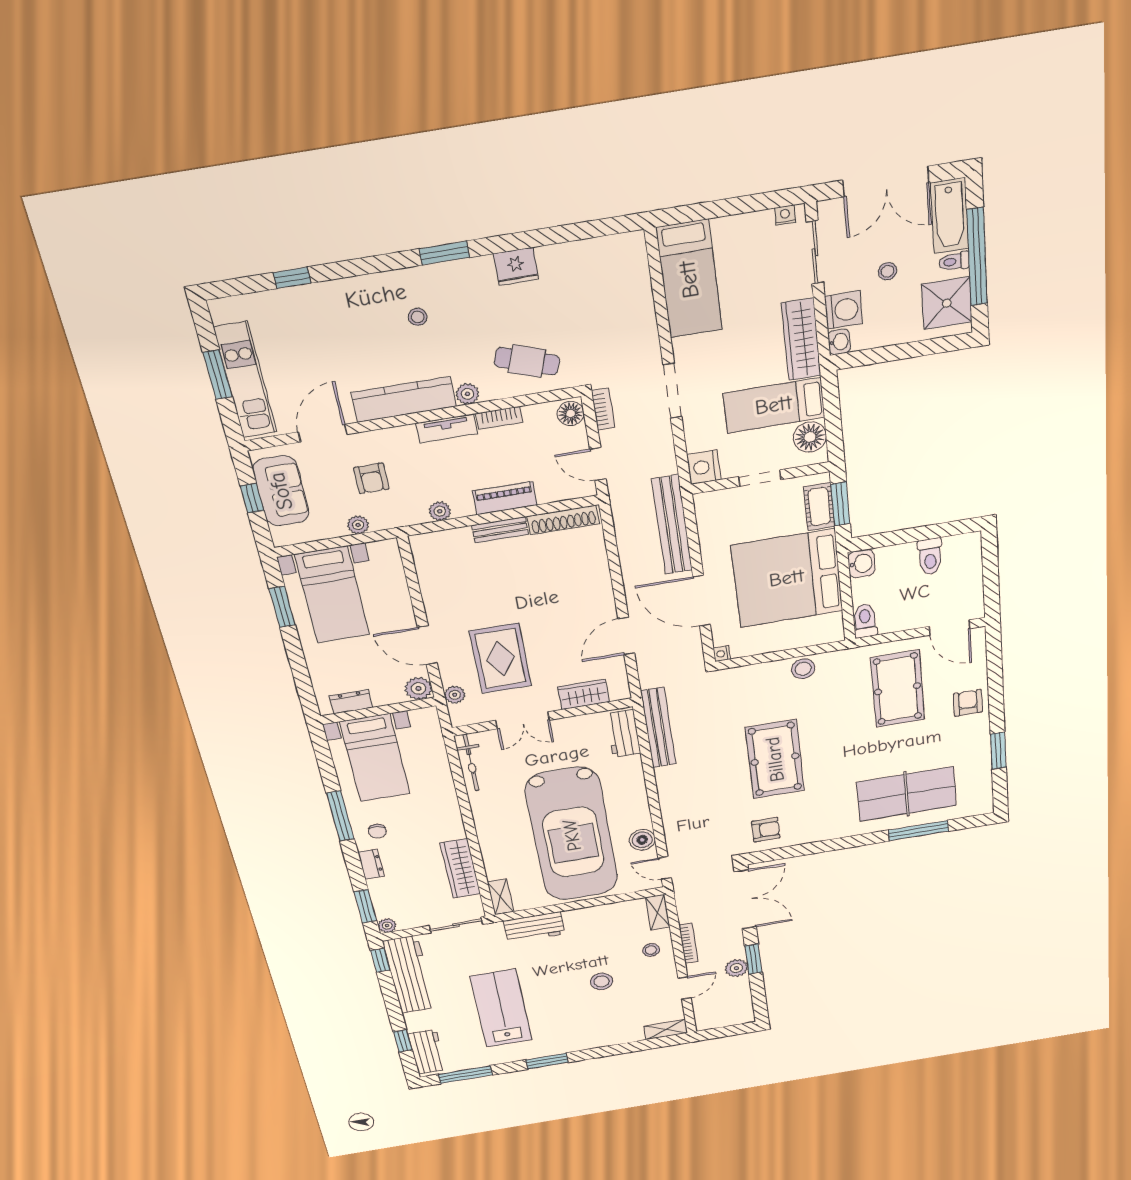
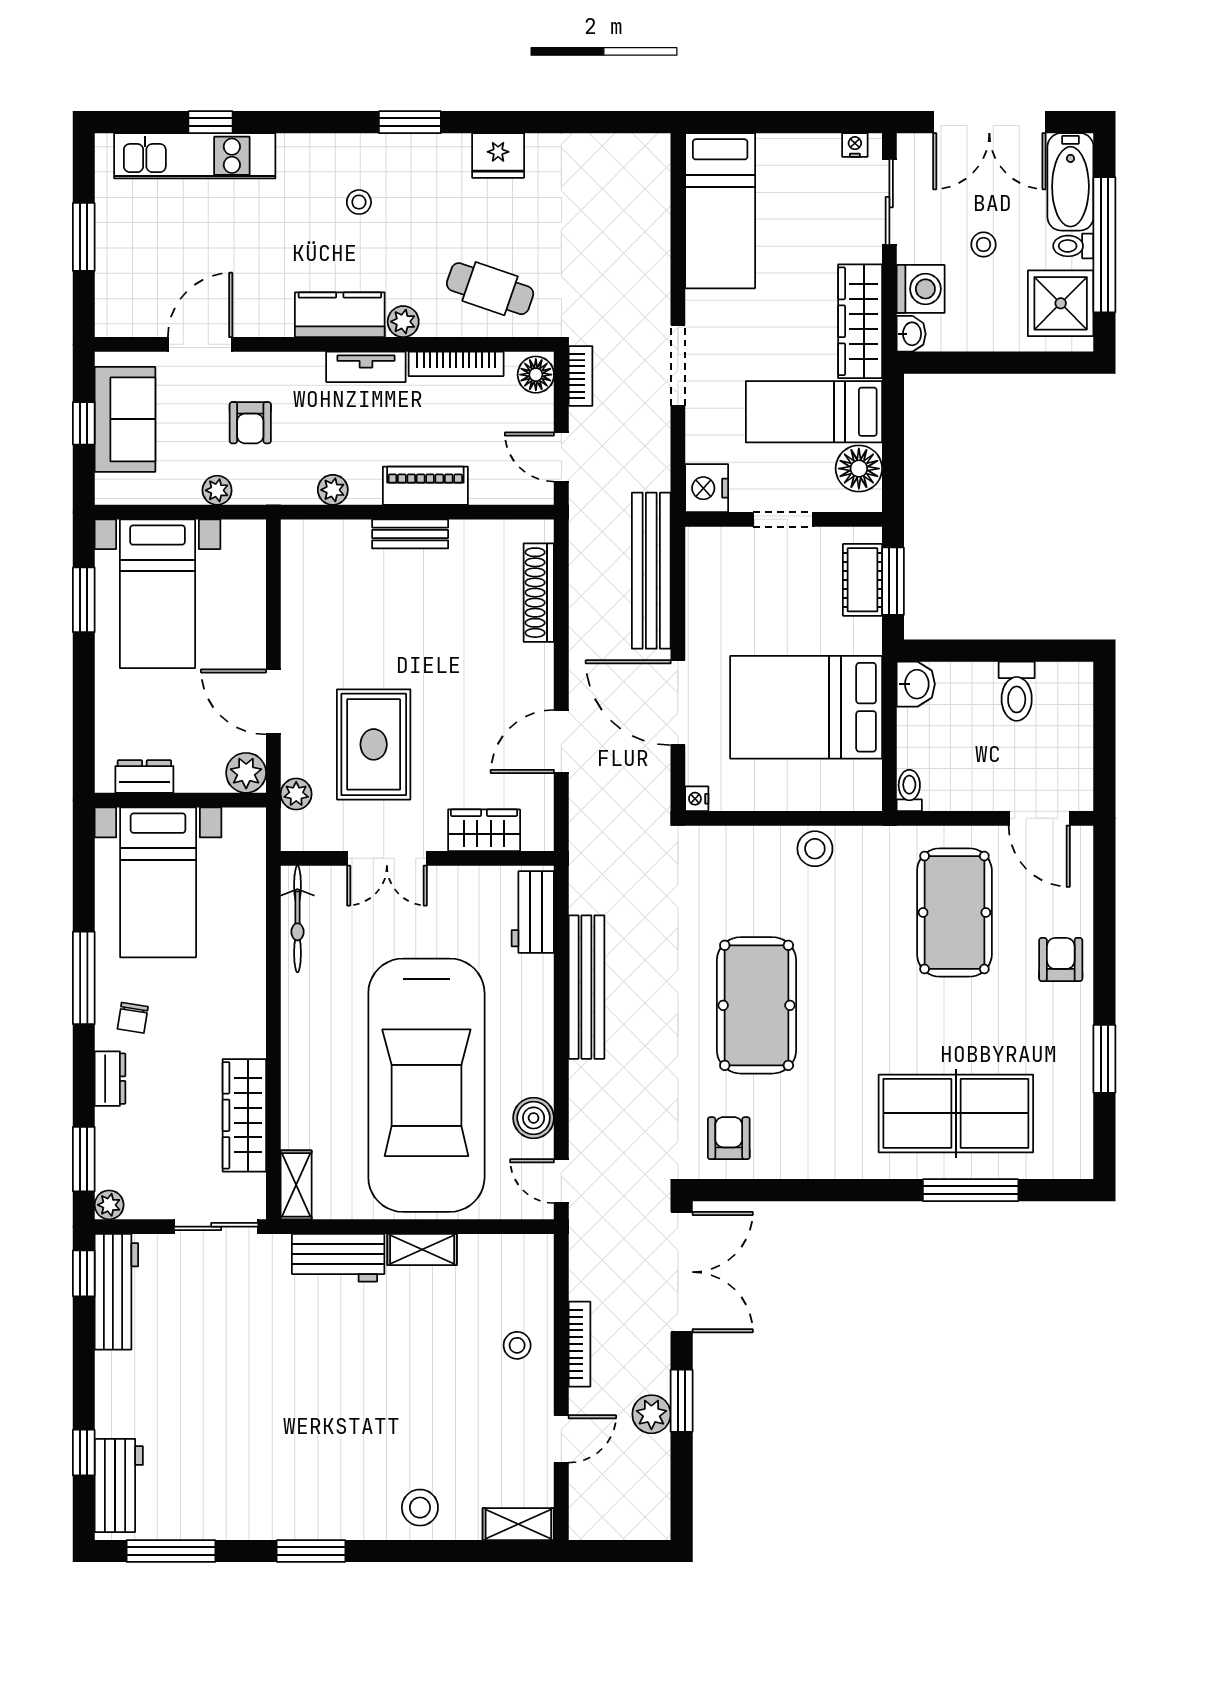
kitchen unit: (245, 380) -> (195, 156), moved, turned 90
kitchen counter: (404, 399) -> (340, 315), width x0.67
bookcase: (499, 418) -> (456, 364), width x1.56
shoe rack: (563, 520) -> (539, 593), moved, turned 90
bed: (787, 578) -> (806, 707), width x0.73
toilet: (865, 621) -> (909, 790), width x0.73, depth x0.72
bench: (658, 728) -> (586, 987), moved
armchair: (766, 830) -> (729, 1138), turned -90
shelving: (658, 912) -> (422, 1250), moved, turned 90
workbench: (410, 975) -> (116, 1292), width x0.73, depth x0.76
stool: (602, 981) -> (420, 1508), moved
lab bench: (501, 1008) -> (256, 1417), removed

